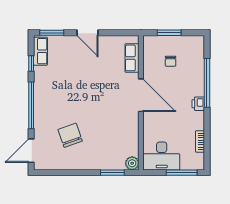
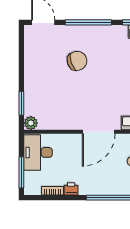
printer: (198, 104) -> (71, 189), moved
chair: (70, 135) -> (77, 61), moved

